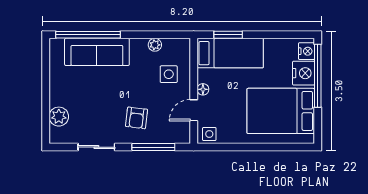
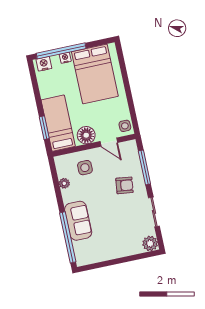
sofa: (97, 52) -> (78, 221), width x0.73
nightstand: (304, 73) -> (65, 58), width x0.53, depth x0.56
floor lamp: (203, 89) -> (86, 135), width x1.89, depth x1.89
plant: (59, 117) -> (150, 243), moved

